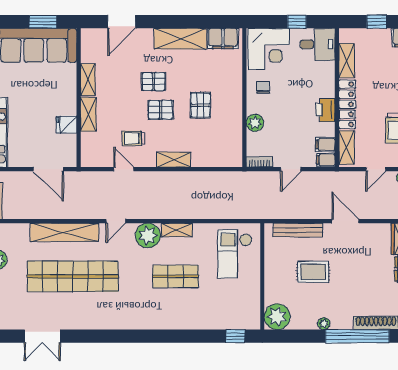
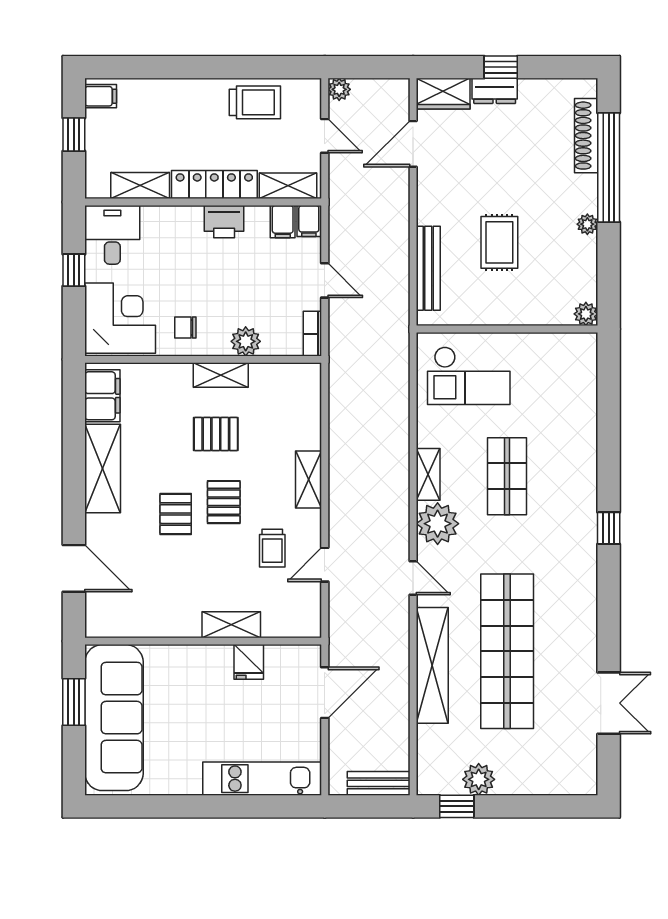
shelving: (88, 80) -> (221, 375), moved
door: (345, 221) -> (413, 144), moved
plant: (277, 317) -> (586, 314), width x0.53, depth x0.53
window: (235, 336) -> (609, 528), moved

